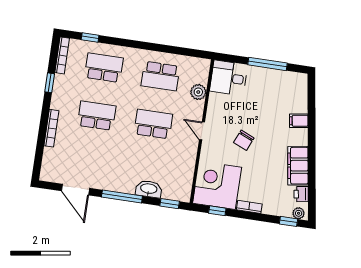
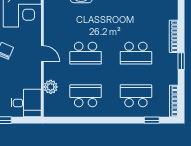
school desk: (104, 68) -> (136, 96), turned 180
window: (50, 83) -> (181, 61), moved

